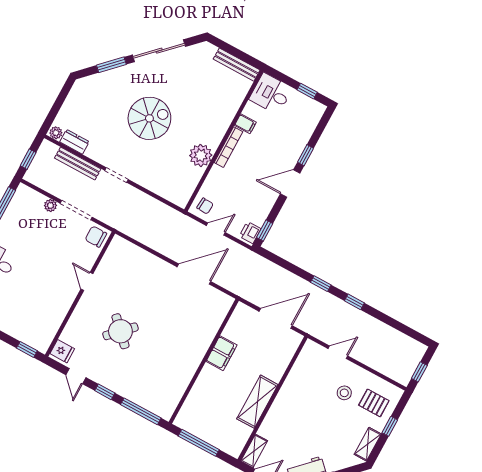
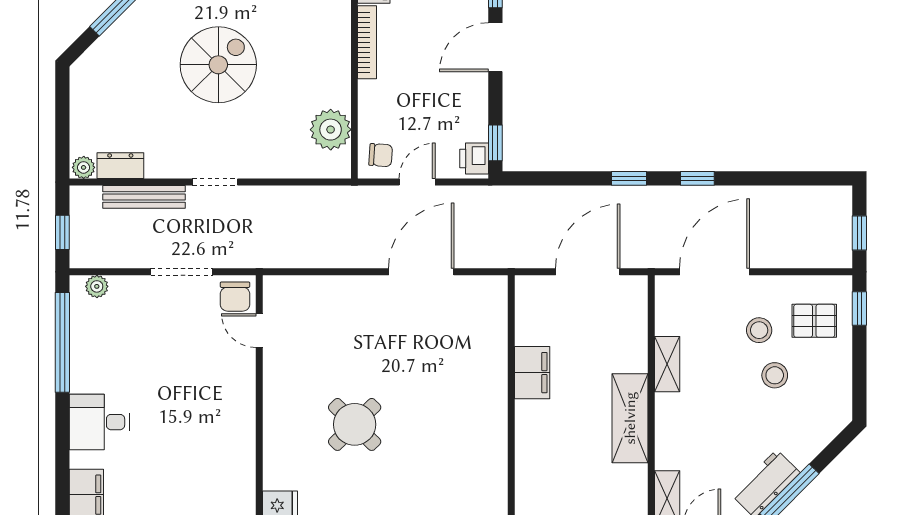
plant: (201, 155) -> (331, 130), moved
plant: (50, 205) -> (97, 286), moved
chair: (96, 237) -> (235, 297), turned -90
door: (87, 281) -> (259, 331), moved
door: (338, 352) -> (715, 272), width x1.88
stool: (340, 419) -> (775, 375), added
window: (390, 426) -> (859, 309), moved
shelving: (368, 444) -> (667, 364), moved

